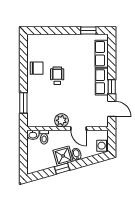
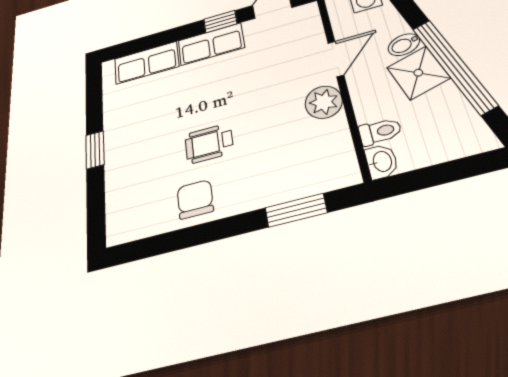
window: (88, 30) -> (95, 150), moved
window: (62, 168) -> (454, 66), width x3.17

